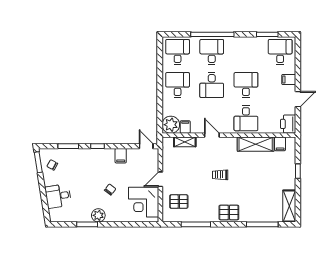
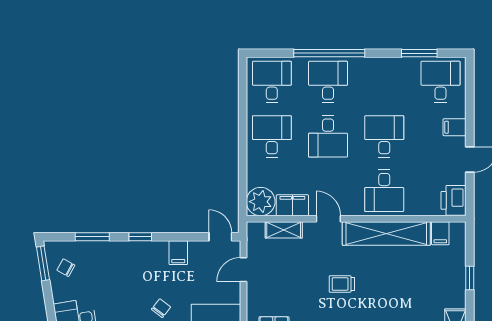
filing cabinet: (185, 127) -> (292, 205), width x2.00
shelving: (256, 144) -> (386, 234), width x1.47
door: (160, 179) -> (244, 270), moved

